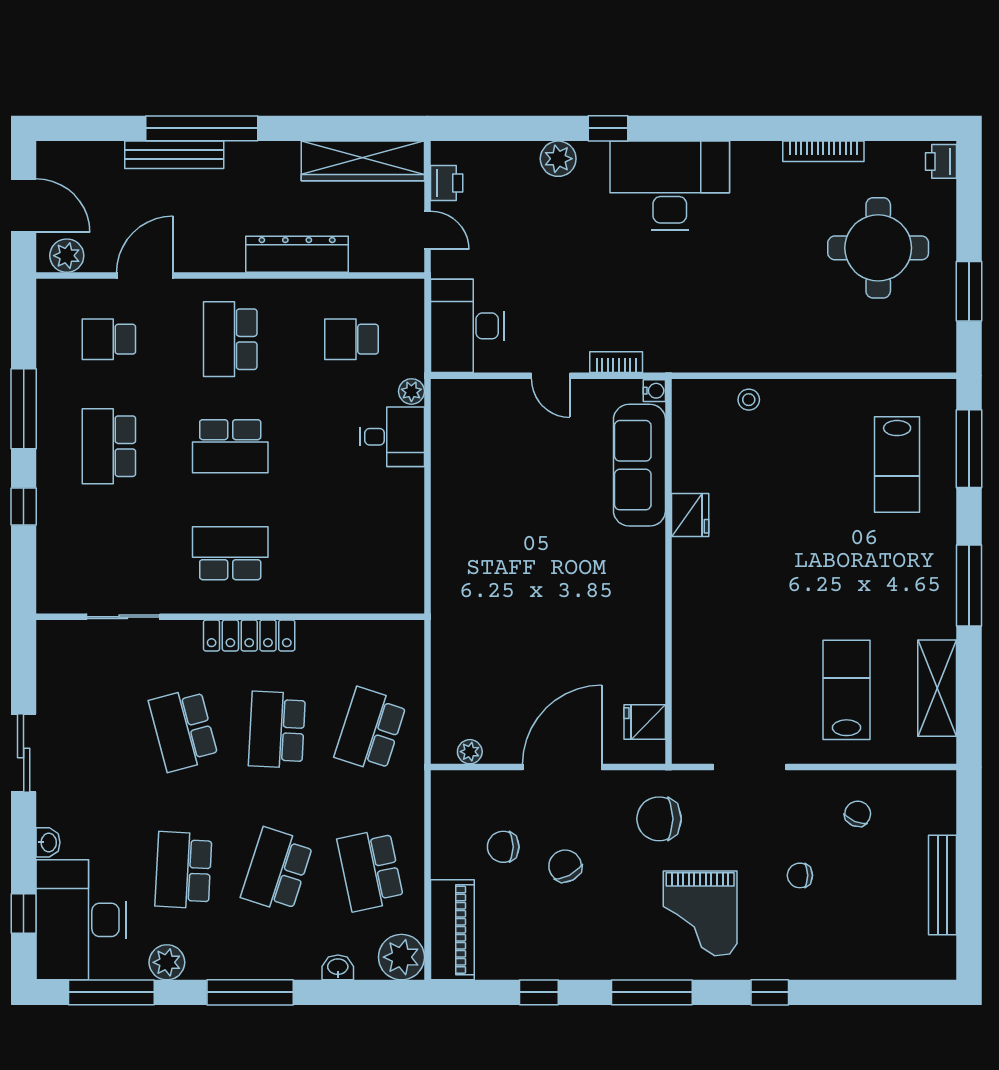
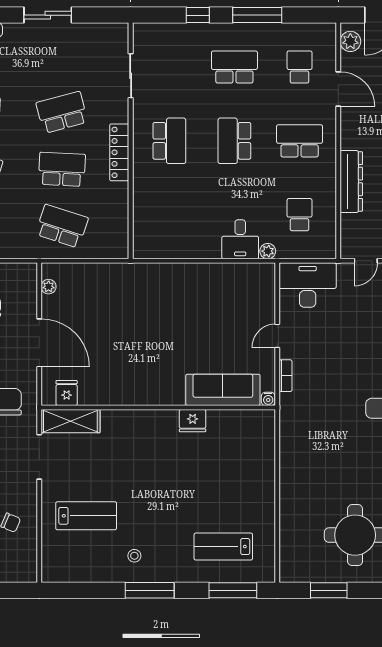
stool: (749, 400) -> (134, 556), moved
shelving: (937, 688) -> (70, 421), moved

